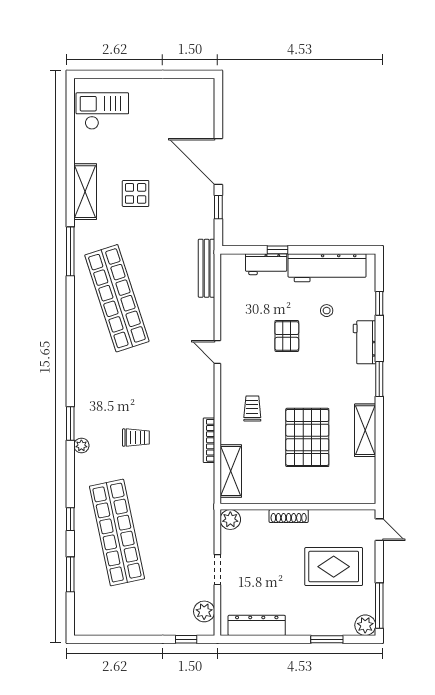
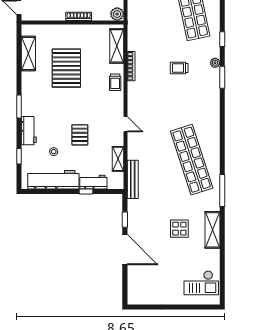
shelving: (229, 300) -> (118, 159), added
trolley: (252, 409) -> (115, 82), moved
shelving: (365, 430) -> (28, 53), moved
window: (70, 519) -> (222, 39), moved

